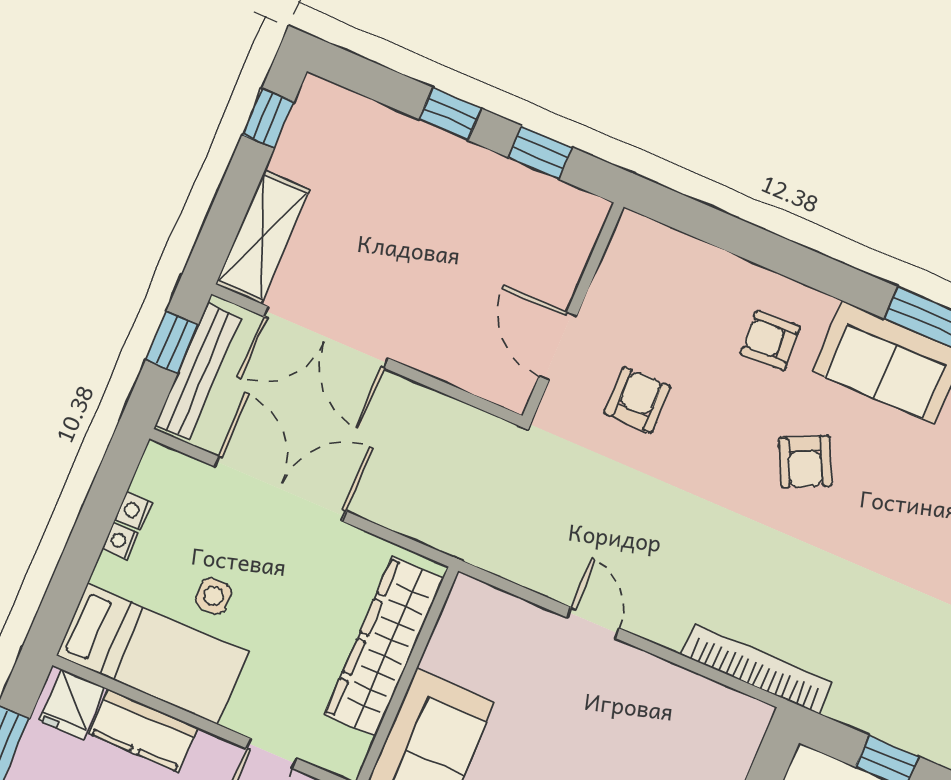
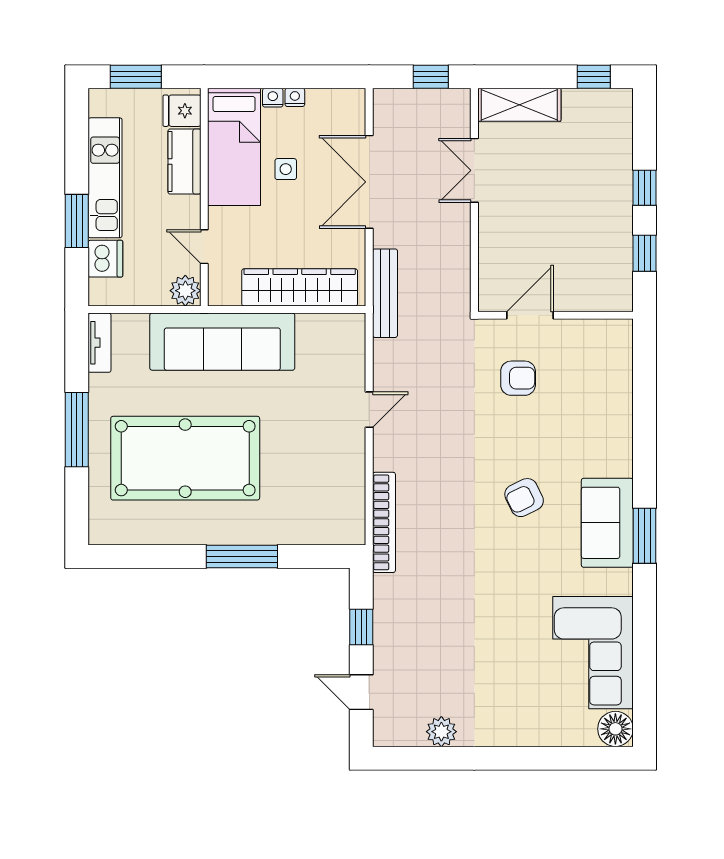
double door: (326, 337) -> (474, 170), width x0.73
armchair: (770, 340) -> (590, 444), removed
bench: (198, 371) -> (385, 293), moved, turned 90
double door: (280, 489) -> (369, 182), swing flipped
nightstand: (134, 511) -> (273, 98), moved

